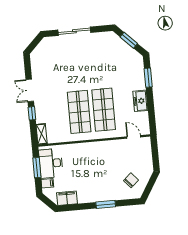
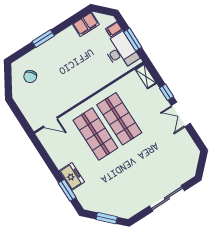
double door: (30, 90) -> (181, 115), swing flipped
freezer: (140, 101) -> (72, 176), moved

